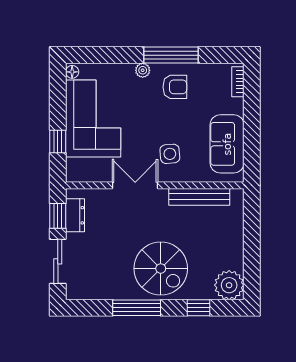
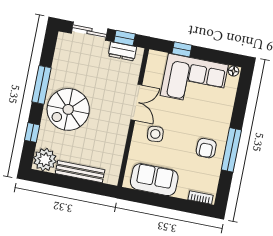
plant: (143, 70) -> (224, 126), removed
bench: (199, 197) -> (80, 172), moved, turned 90

